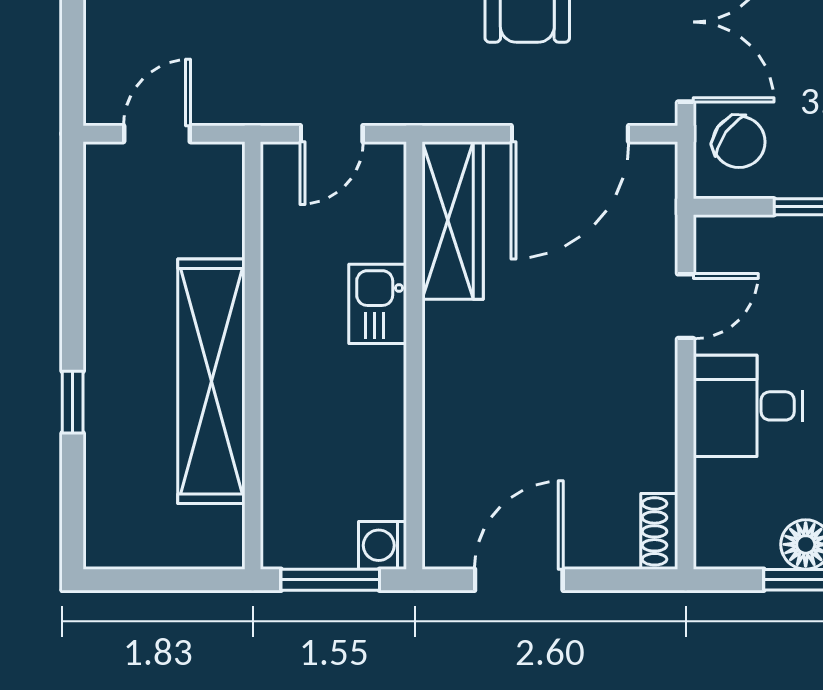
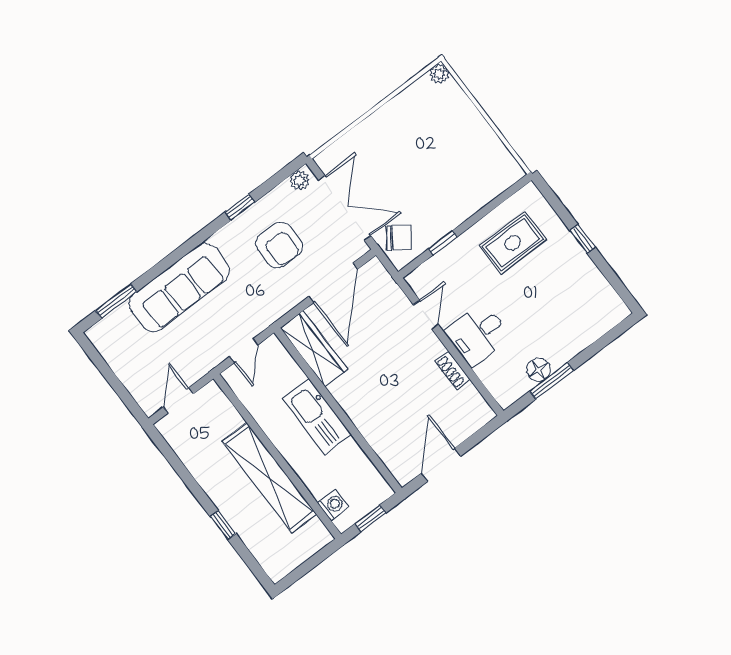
kitchen sink: (378, 304) -> (317, 417), width x1.88, depth x1.24
shoe rack: (659, 531) -> (453, 370), moved
washing machine: (383, 545) -> (333, 505), moved, turned 180
window: (330, 580) -> (370, 518), width x0.67

